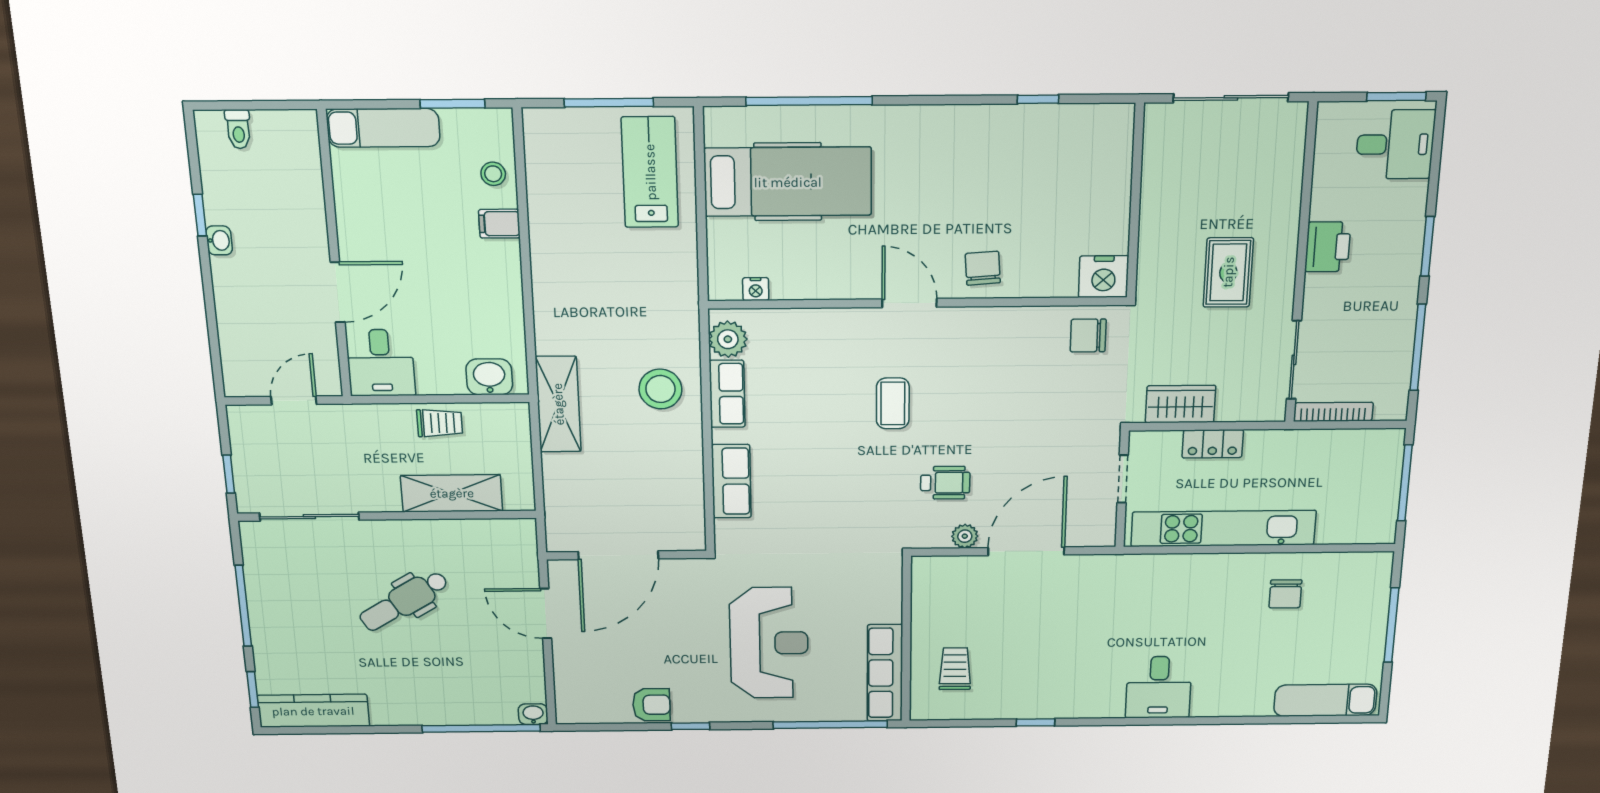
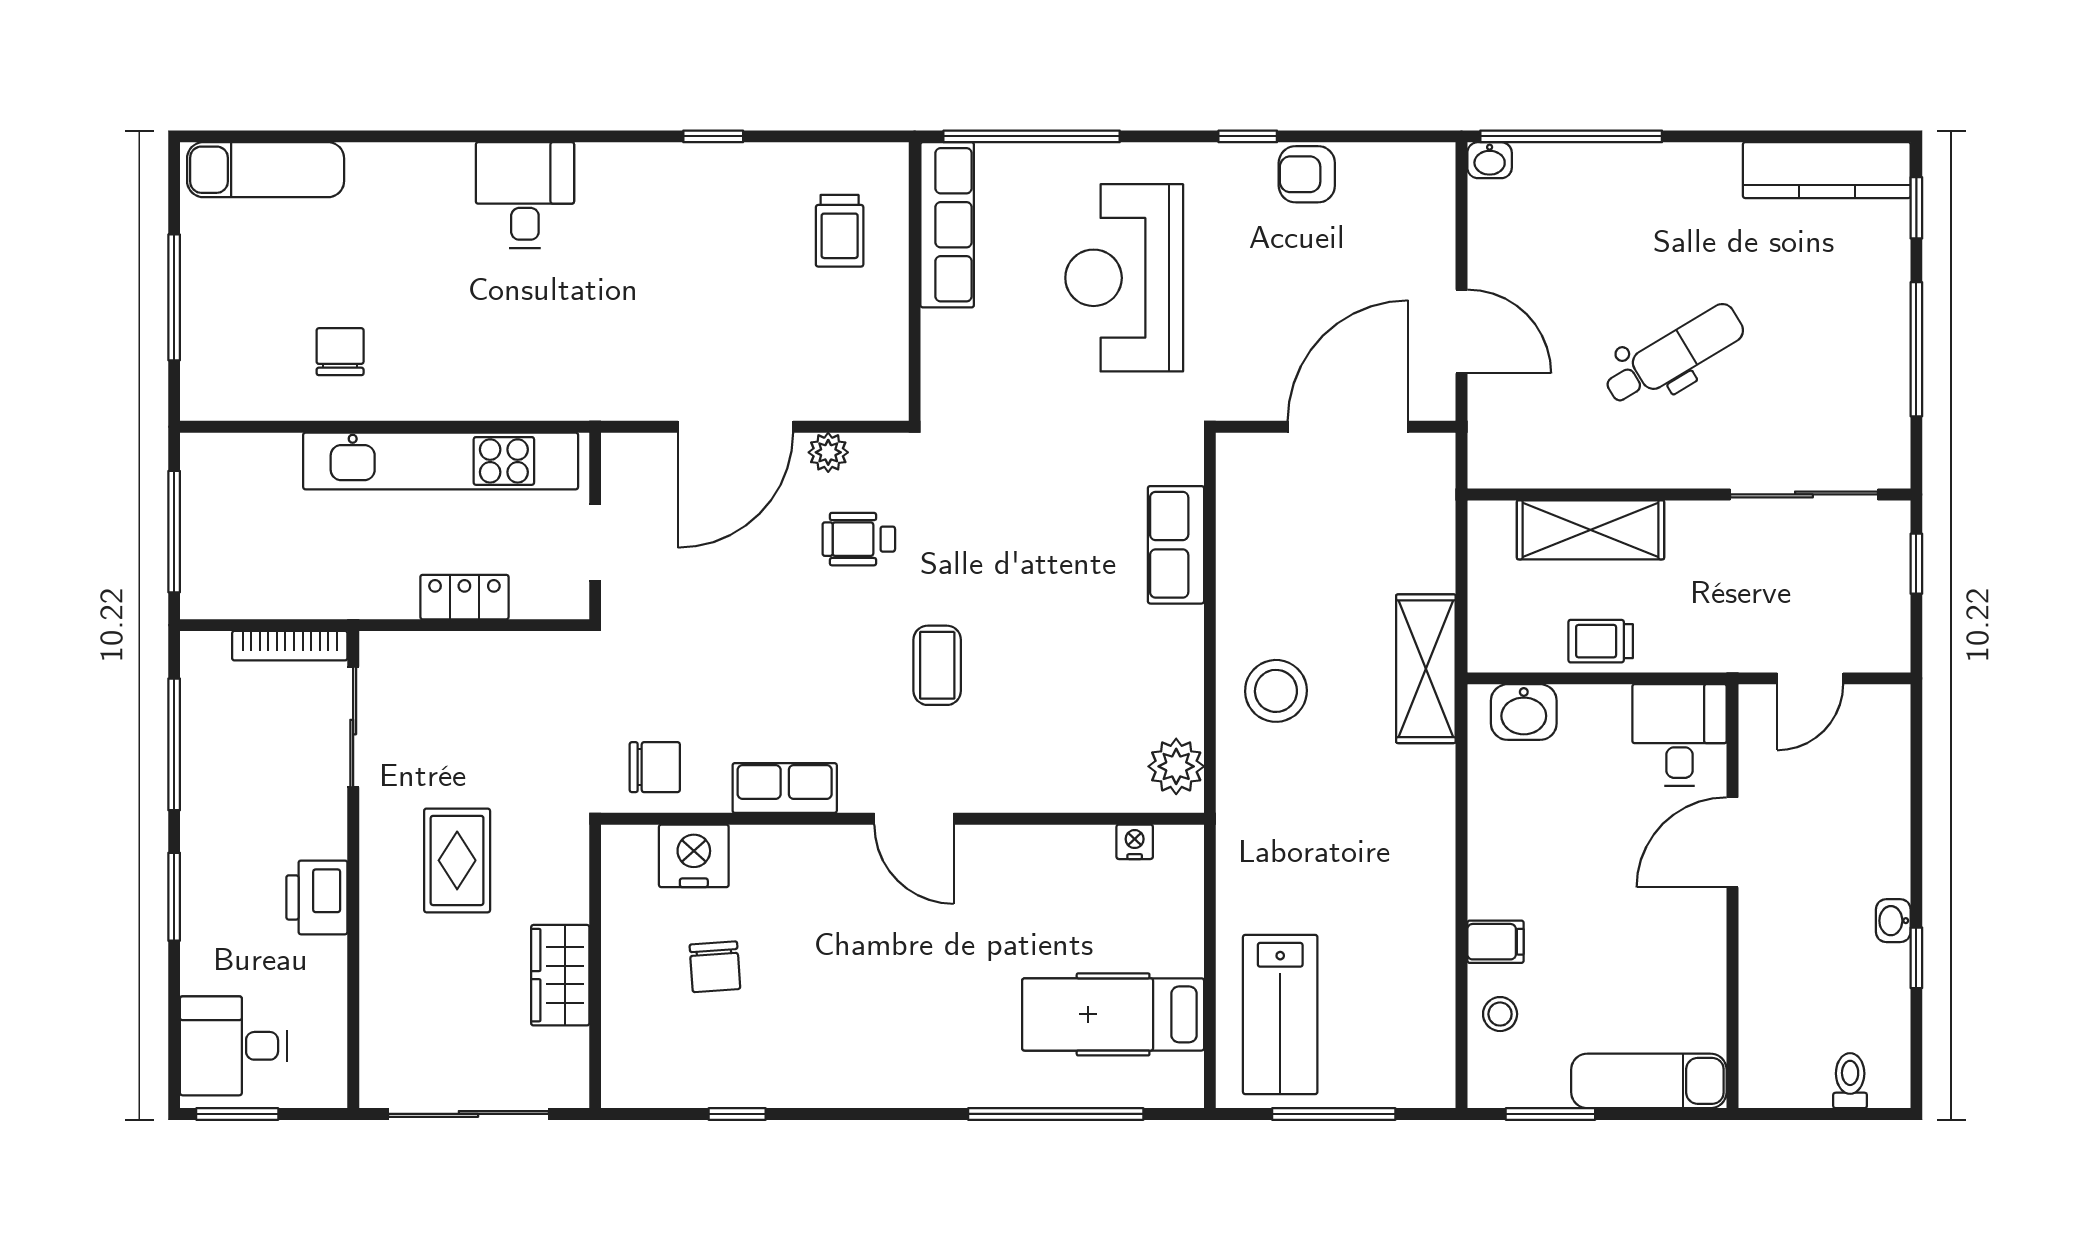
hospital bed: (788, 182) -> (1113, 1014), width x0.73, depth x0.78
chair: (983, 268) -> (715, 967), moved
nightstand: (1104, 277) -> (694, 856), moved
row of seats: (727, 394) -> (785, 788), moved, turned 90
wardrobe: (1181, 404) -> (560, 975), moved, turned 90

